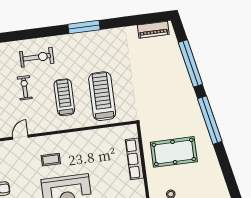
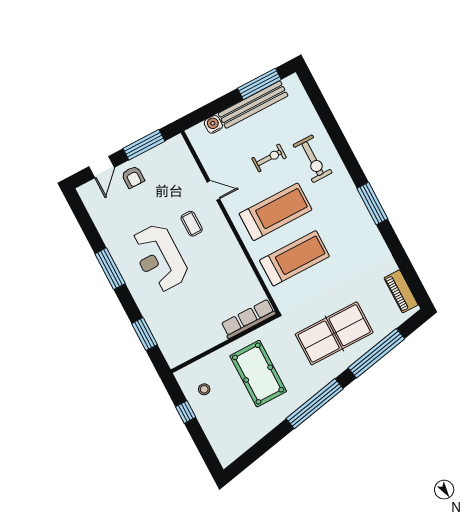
table tennis table: (165, 88) -> (334, 333), added
treadmill: (64, 97) -> (276, 212), width x1.37, depth x1.38
door: (20, 137) -> (213, 190), moved
row of seats: (135, 159) -> (248, 319), moved

